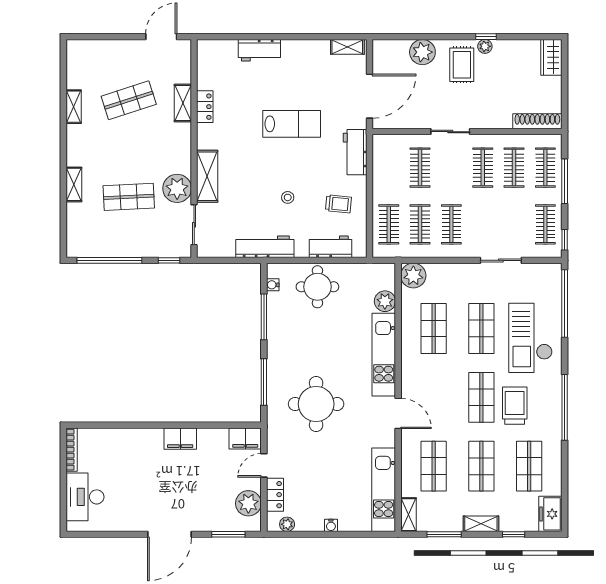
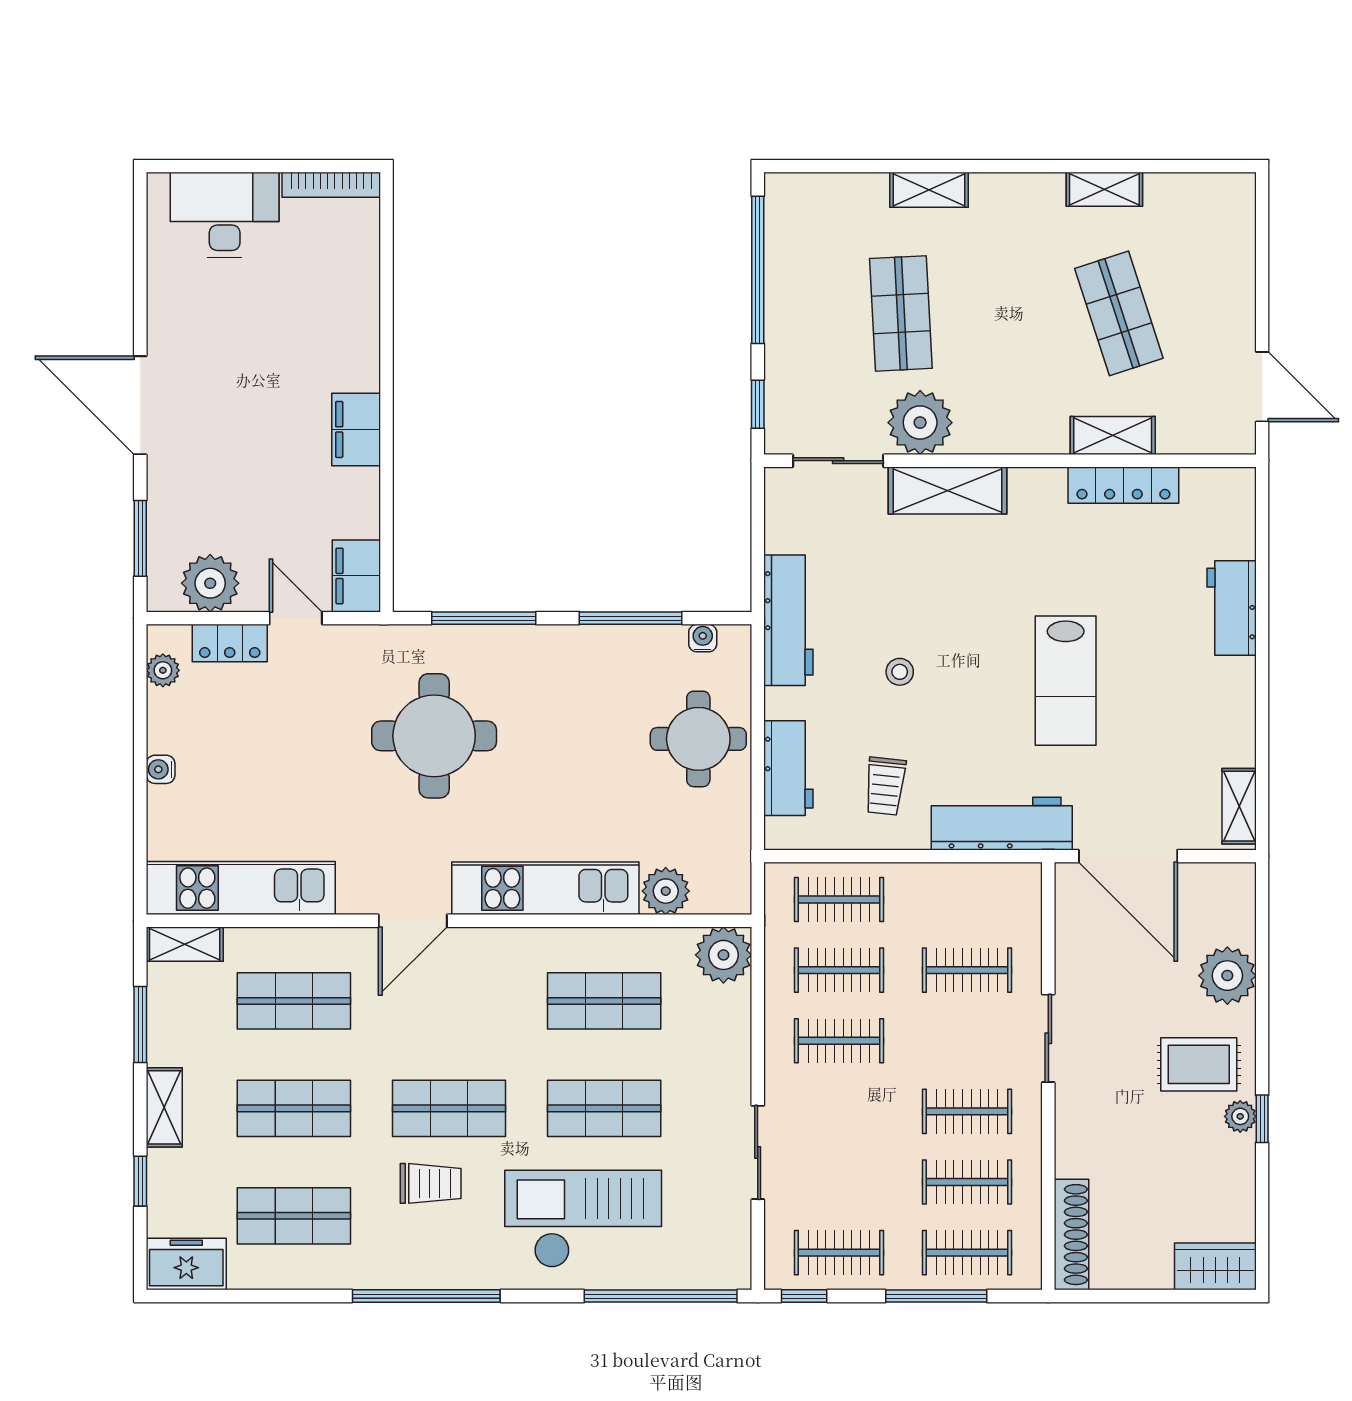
locker: (205, 107) -> (1123, 485), width x1.53
workbench: (355, 152) -> (1002, 824), width x1.38
trolley: (515, 406) -> (431, 1183), width x0.73, depth x0.72

